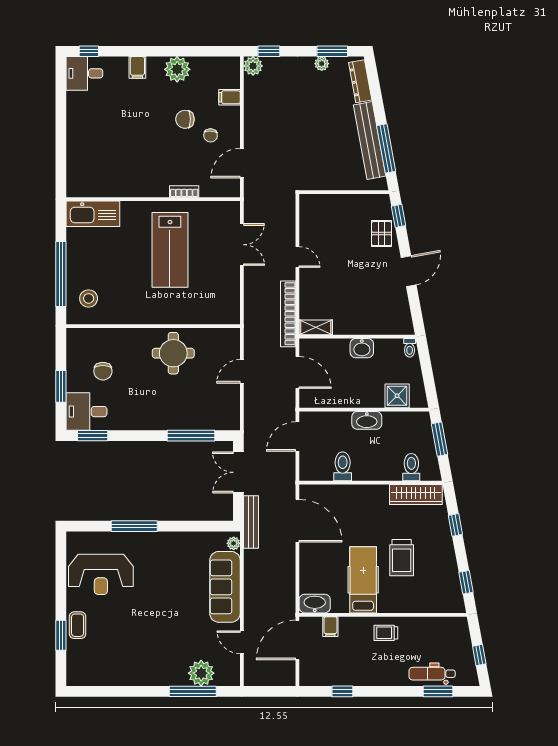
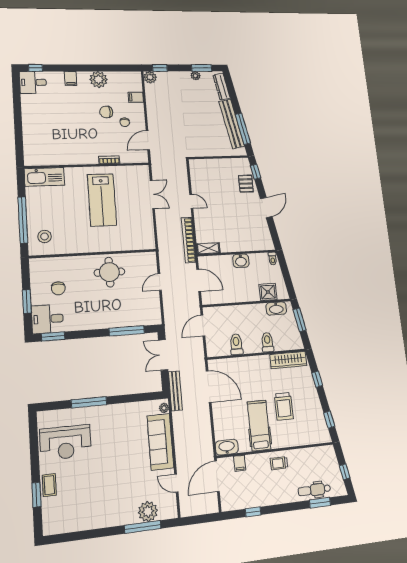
washbasin: (367, 420) -> (276, 308), moved
toilet: (411, 467) -> (267, 342), moved

